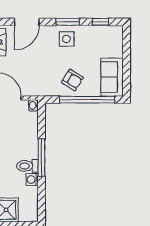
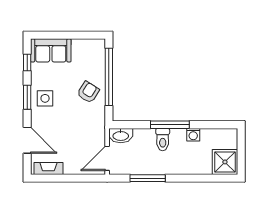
sofa: (112, 77) -> (51, 50), moved
washbasin: (33, 105) -> (121, 136), width x1.91, depth x1.45
toilet: (27, 166) -> (163, 140), moved

